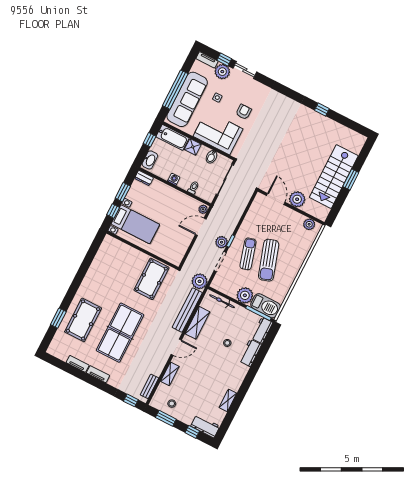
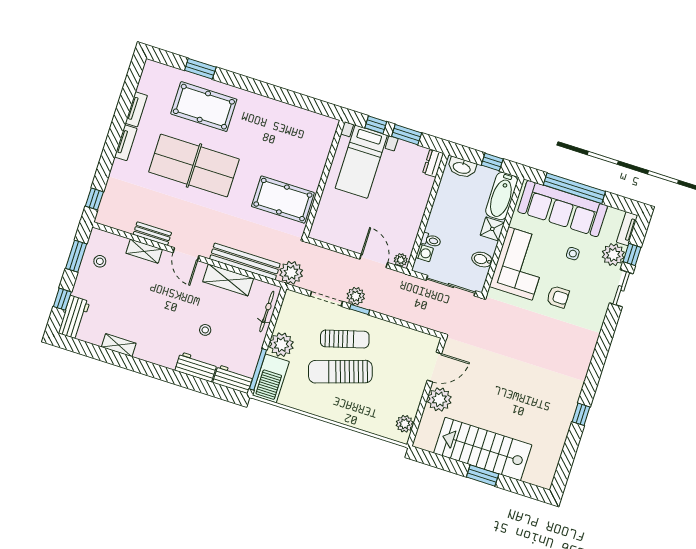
washing machine: (174, 179) -> (425, 253), moved
bench: (149, 386) -> (152, 234), moved

